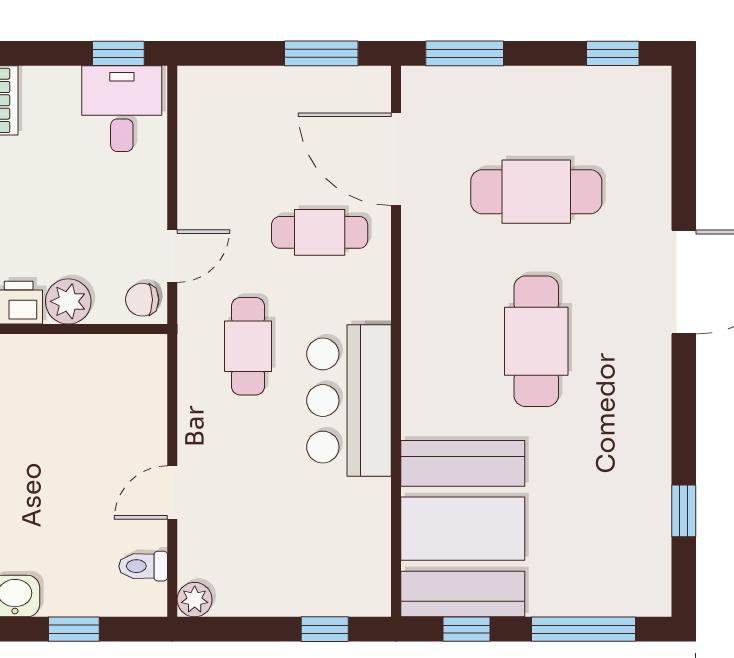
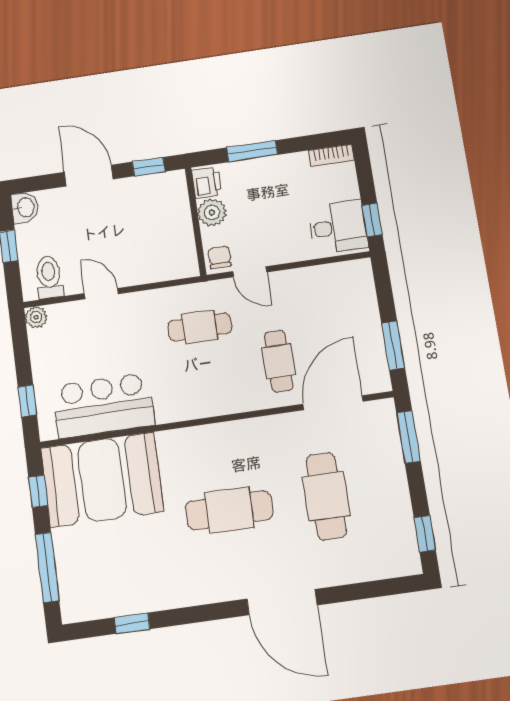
bar counter: (349, 401) -> (103, 405), moved
toilet: (143, 566) -> (49, 277), width x1.37, depth x1.39

